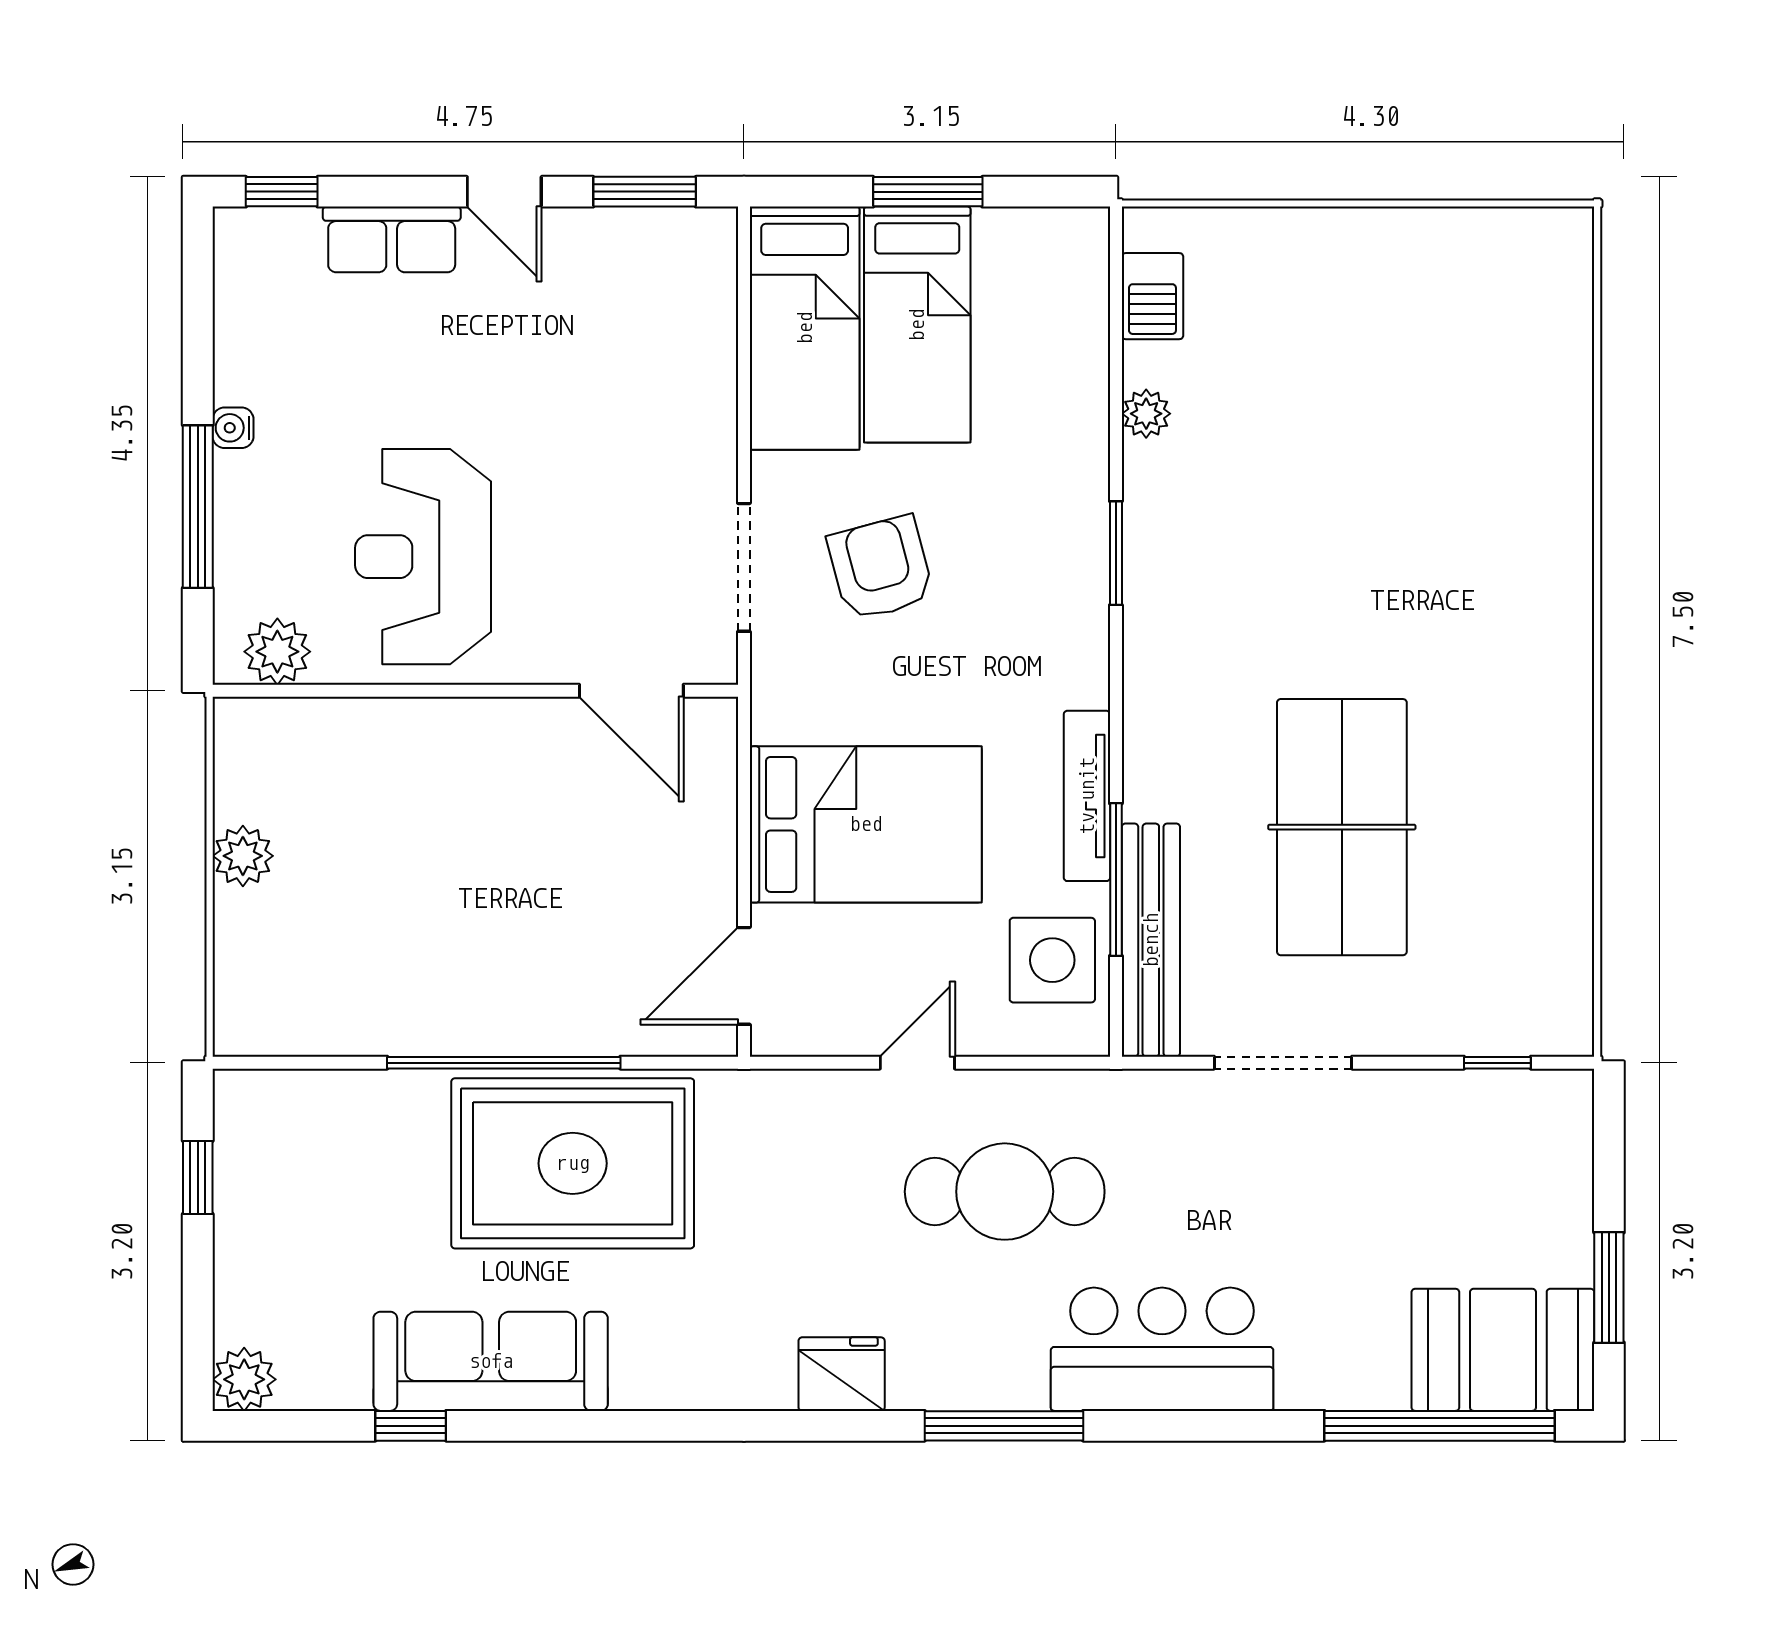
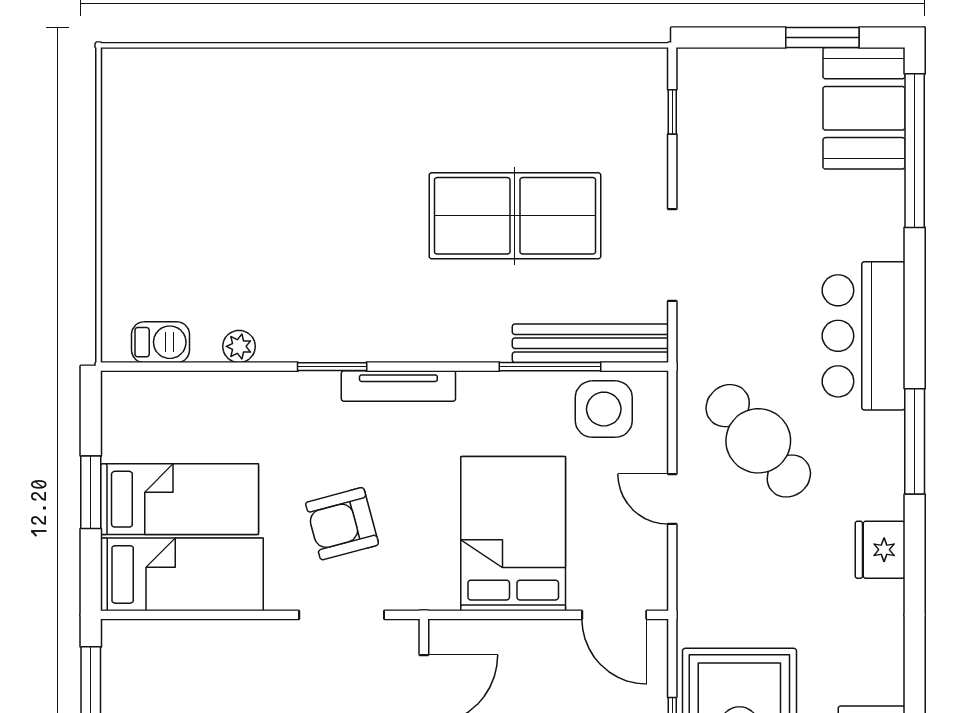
tv unit: (1087, 796) -> (398, 386), moved
cafe table: (1005, 1192) -> (758, 441), turned -41

